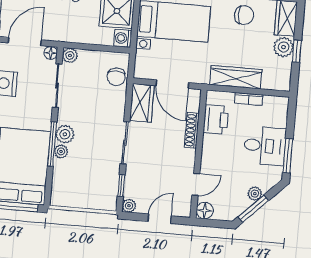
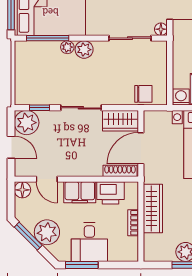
plant: (70, 55) -> (160, 48), removed
chair: (116, 77) -> (143, 94), turned 180
shoe rack: (192, 130) -> (120, 171), moved
window: (52, 144) -> (48, 38), moved
filing cabinet: (212, 151) -> (80, 192), added
plant: (255, 194) -> (47, 232), width x1.87, depth x1.87
plant: (129, 206) -> (27, 123), width x1.88, depth x1.88

